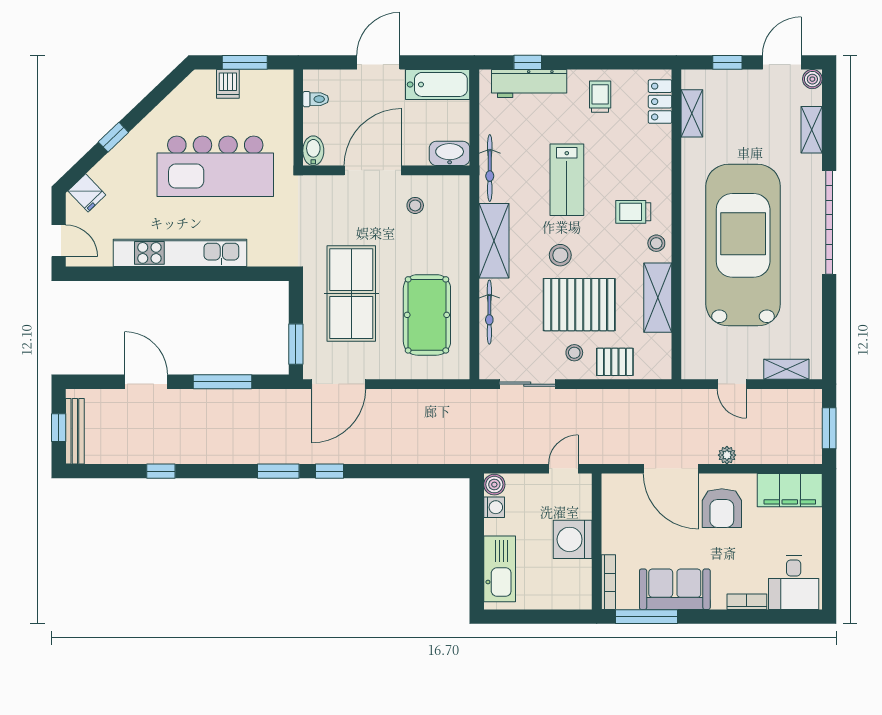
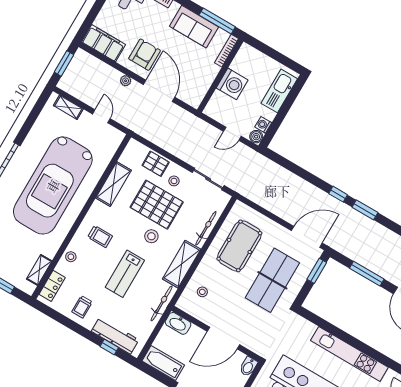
lab bench: (567, 180) -> (125, 274), turned 180
stool: (415, 205) -> (202, 292), moved
stool: (656, 243) -> (71, 257), moved
door: (563, 469) -> (232, 134), moved

